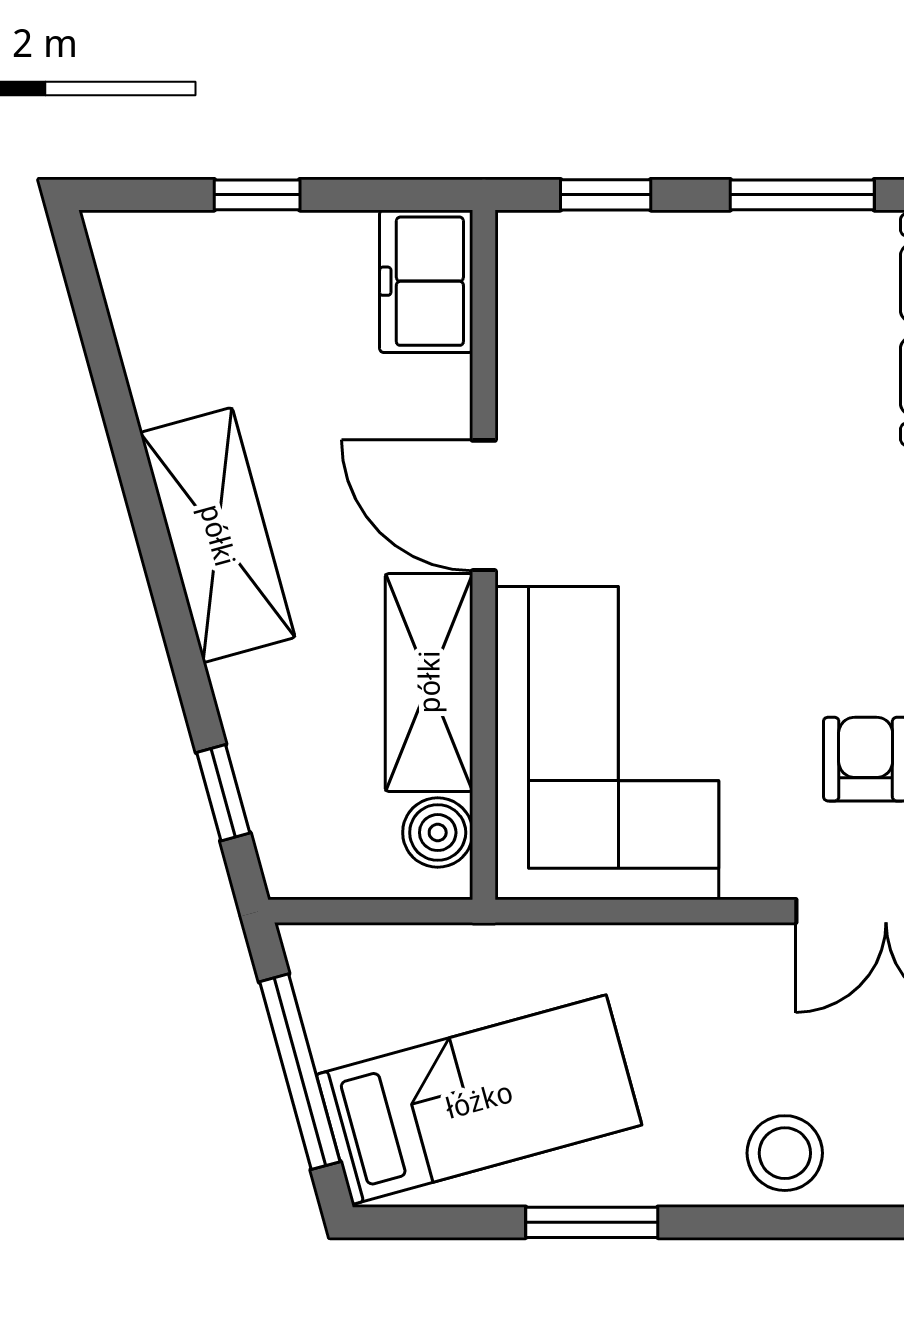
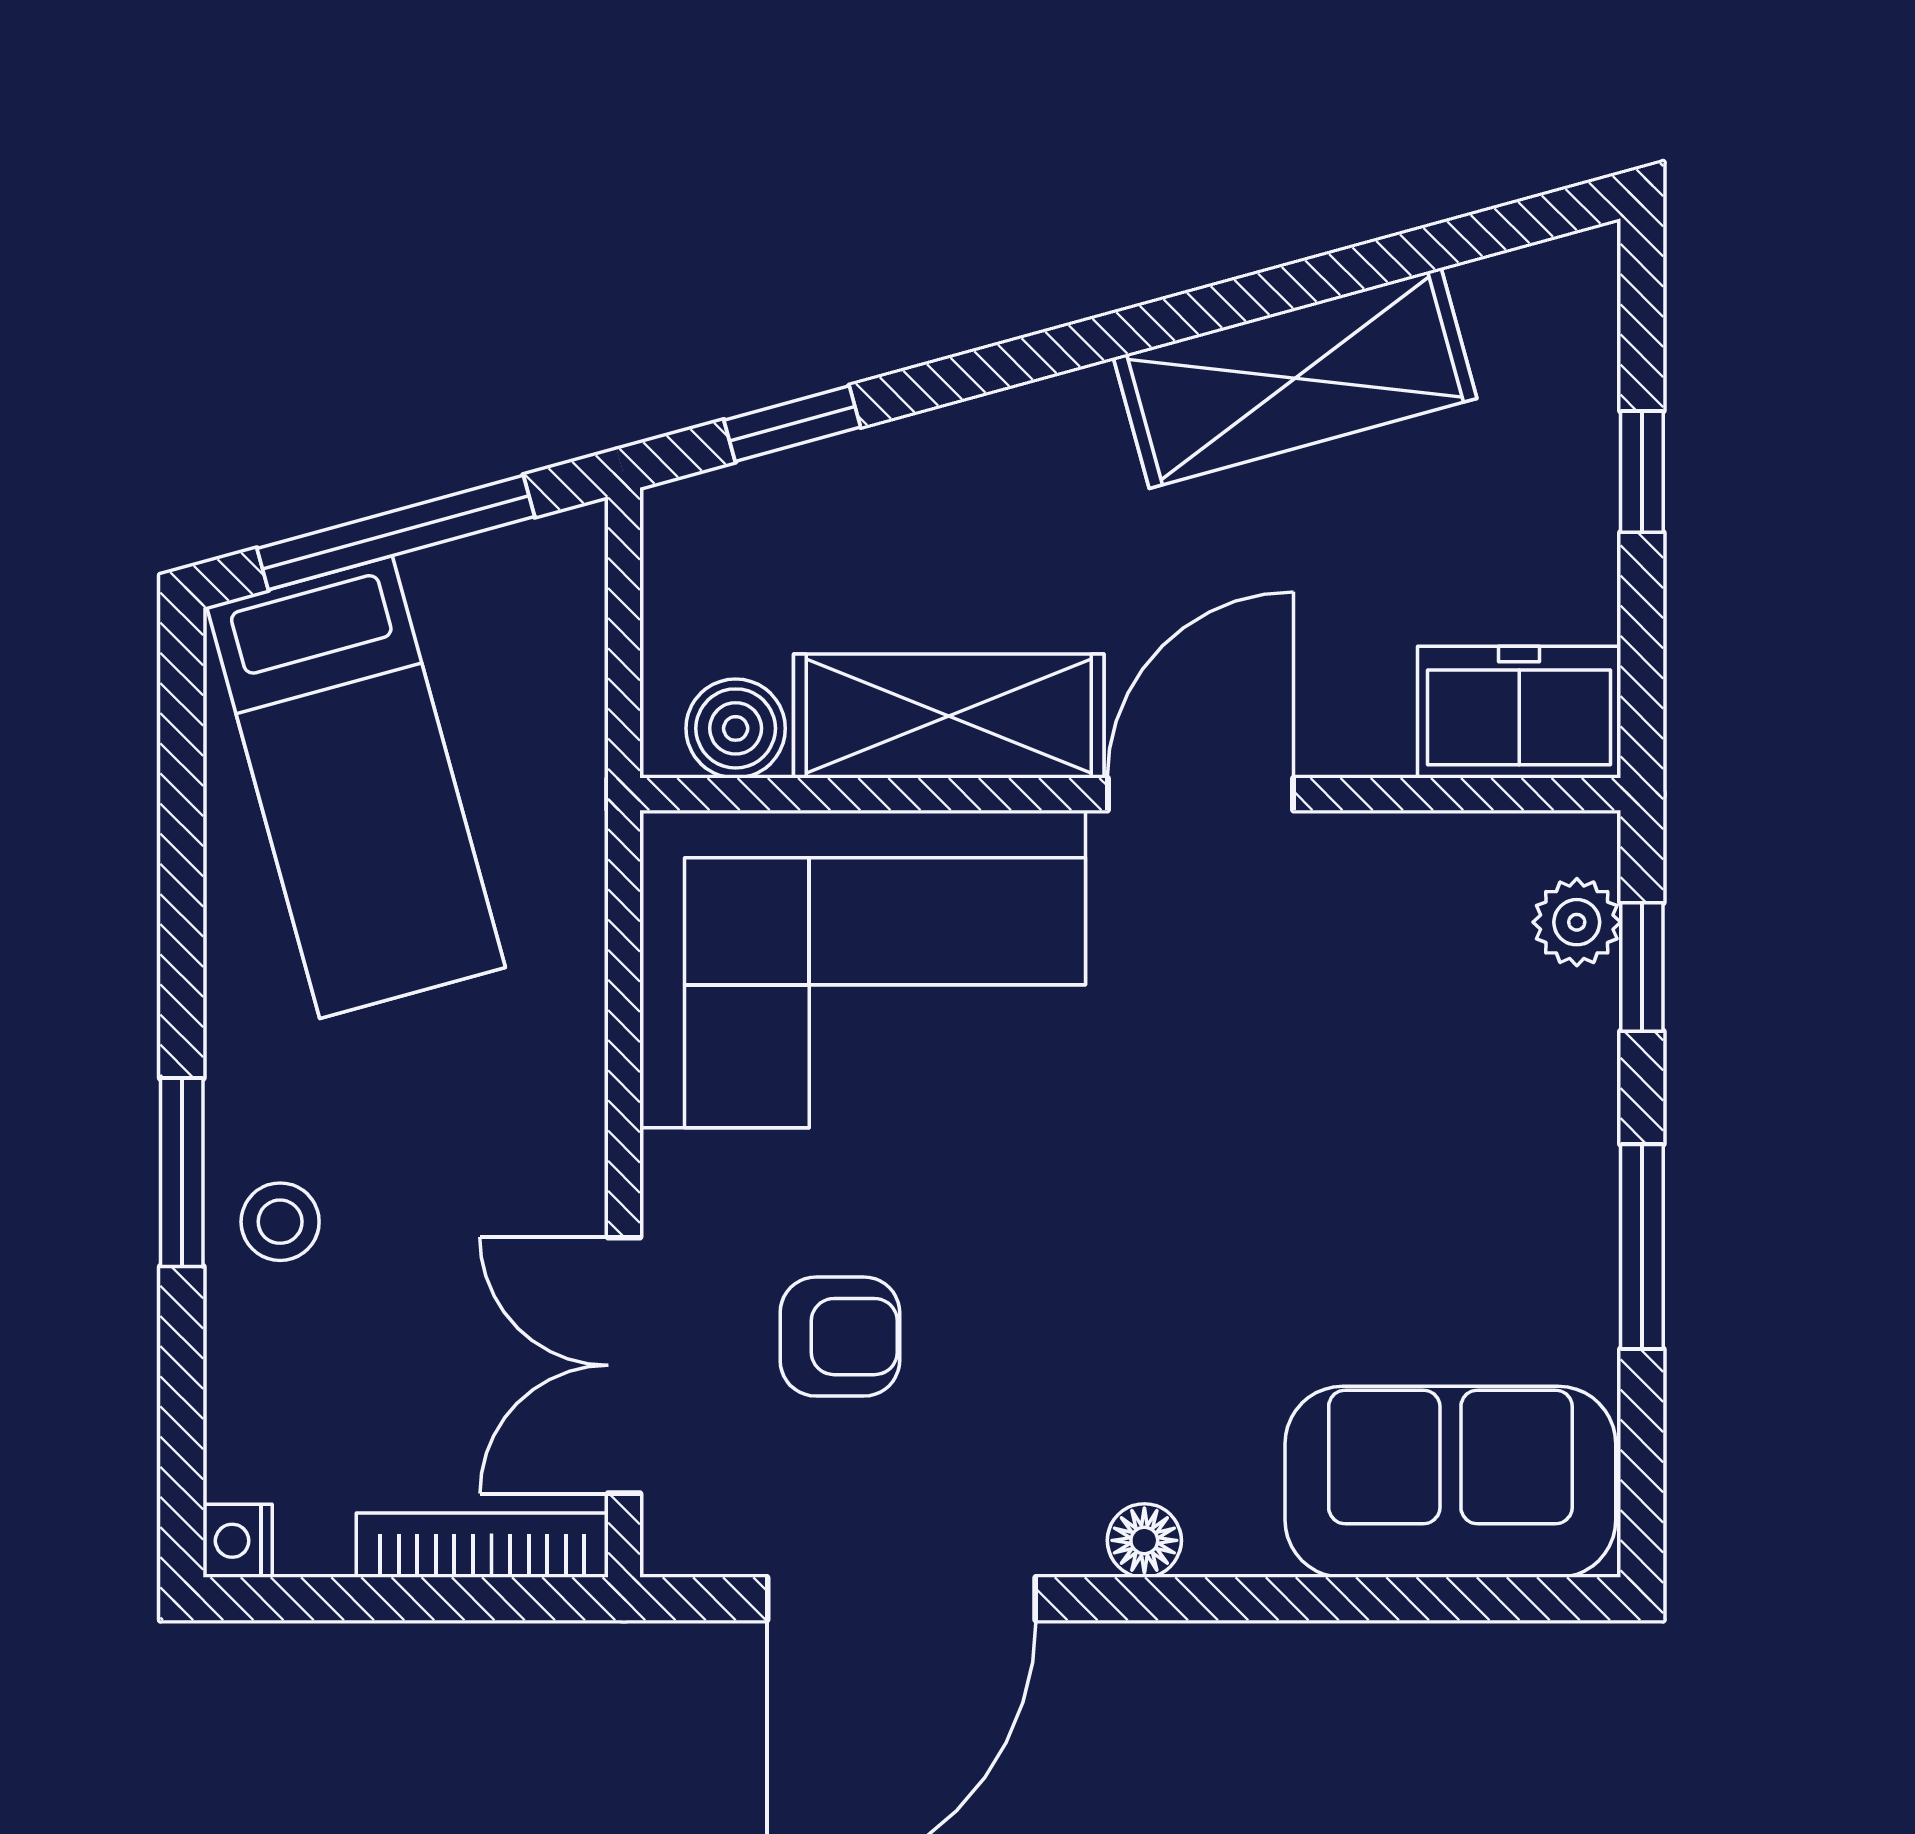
plant: (574, 241) -> (1577, 922), added
shelving: (218, 535) -> (1295, 378), moved
stool: (785, 1153) -> (280, 1222), width x0.73, depth x0.73
window: (592, 1222) -> (182, 1172), moved

